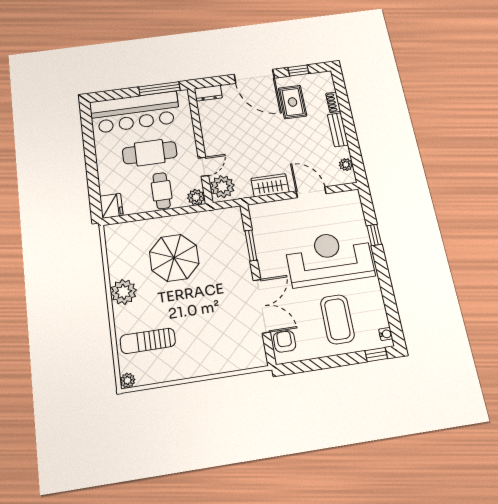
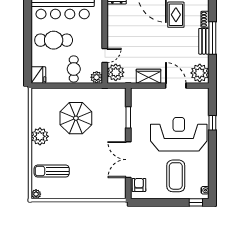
window: (349, 124) -> (212, 38), added
cafe table: (150, 153) -> (54, 40), moved
plant: (346, 165) -> (200, 73), width x1.88, depth x1.88
double door: (262, 306) -> (128, 160), swing flipped

